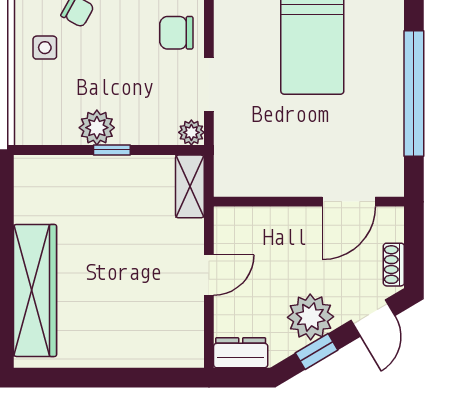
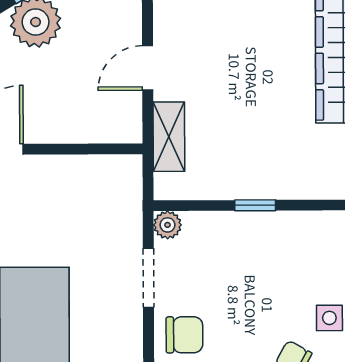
plant: (97, 128) -> (272, 230), removed
shelving: (190, 186) -> (169, 137), moved

